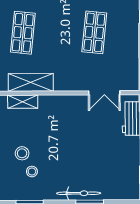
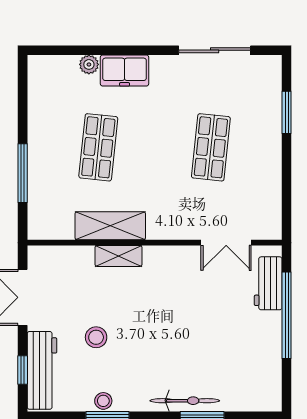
shelving: (23, 102) -> (118, 256), moved
stool: (32, 171) -> (103, 401), moved

